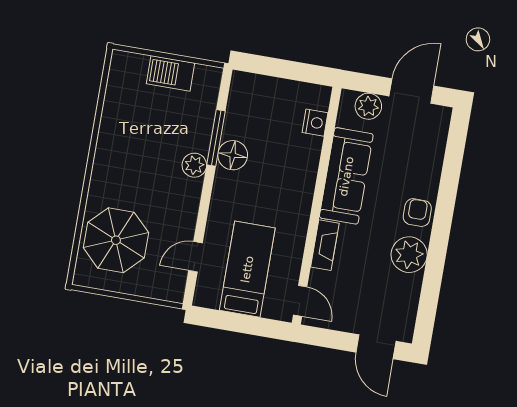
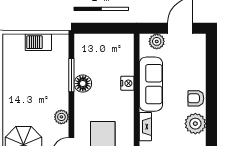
nightstand: (315, 123) -> (127, 83), moved
plant: (194, 165) -> (61, 117), moved
armchair: (417, 213) -> (196, 98), turned -90

